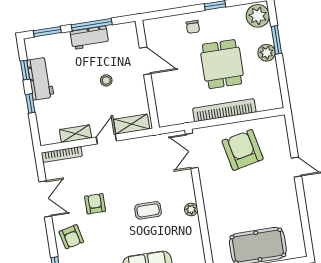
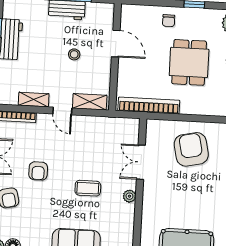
bookcase: (224, 110) -> (149, 106), moved
door: (106, 139) -> (62, 111), swing flipped
double door: (192, 151) -> (141, 162), moved
armchair: (95, 204) -> (38, 171), turned 180

